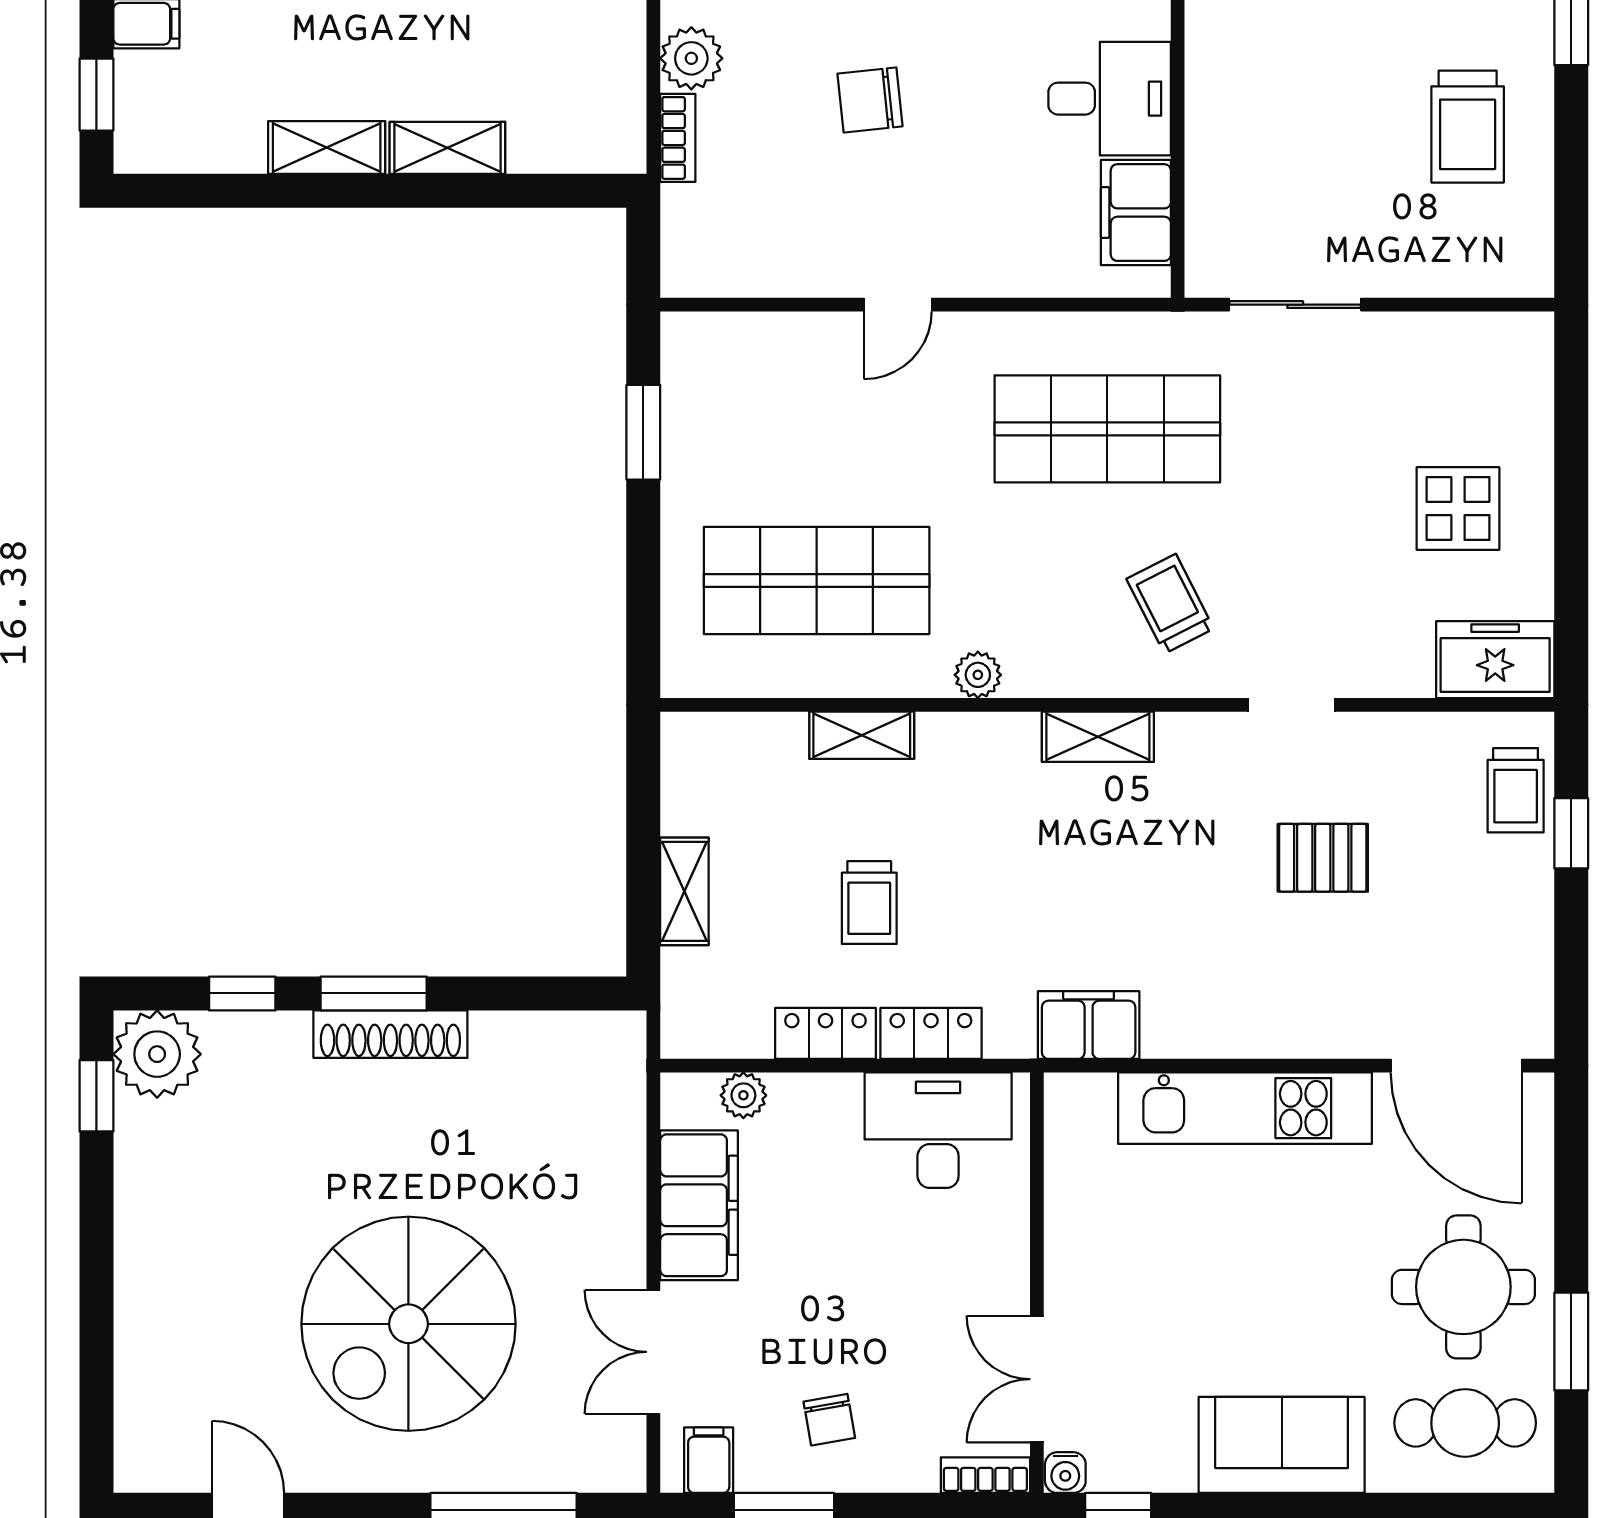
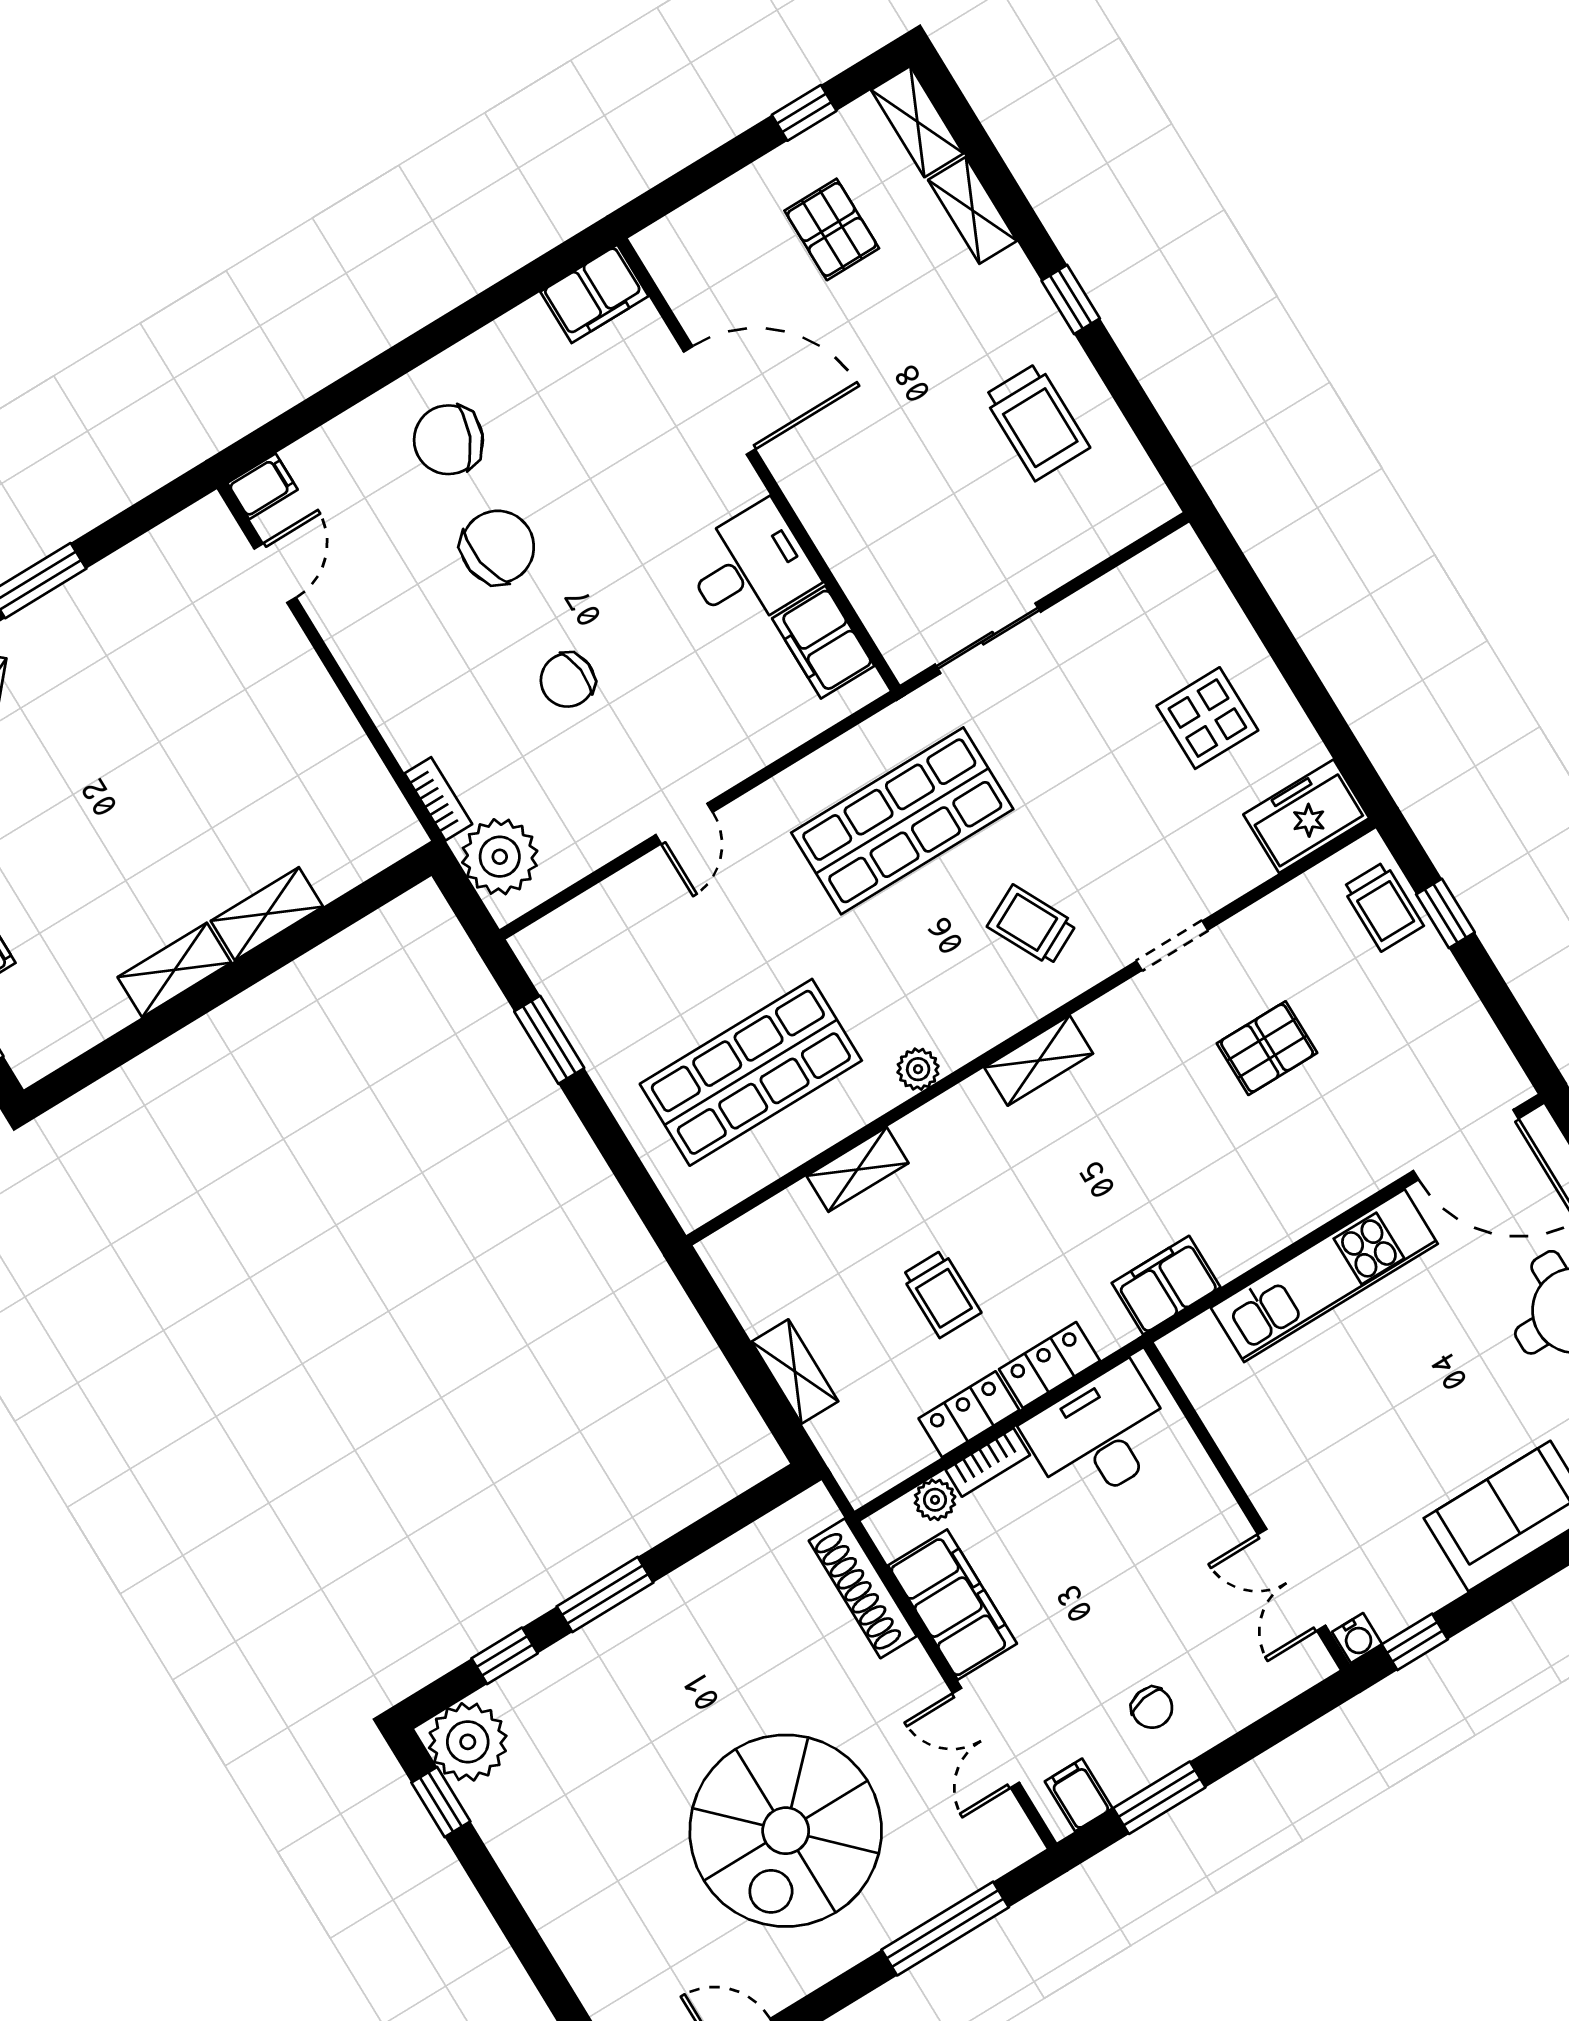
plant: (691, 58) -> (500, 857), moved, width x1.36, depth x1.36
shoe rack: (390, 1034) -> (863, 1588), moved, turned 90
bookcase: (985, 1475) -> (988, 1462), moved, turned 180

